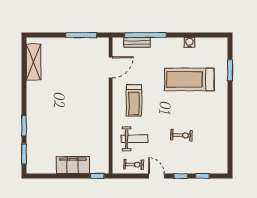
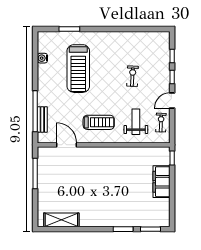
water cooler: (189, 43) -> (42, 58), moved

